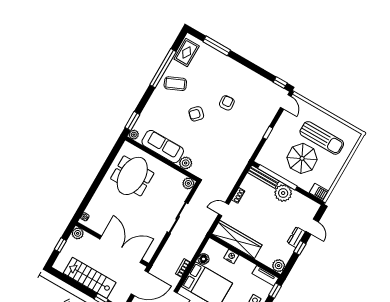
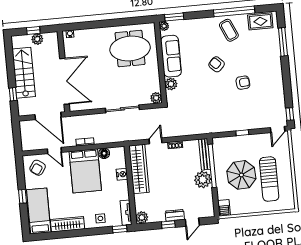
door: (224, 209) -> (156, 141), hinge flipped
plant: (78, 233) -> (37, 39), moved

